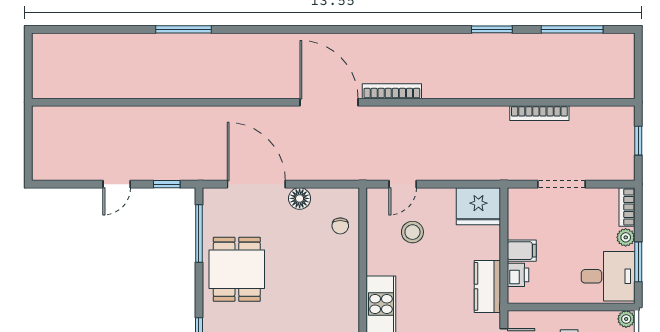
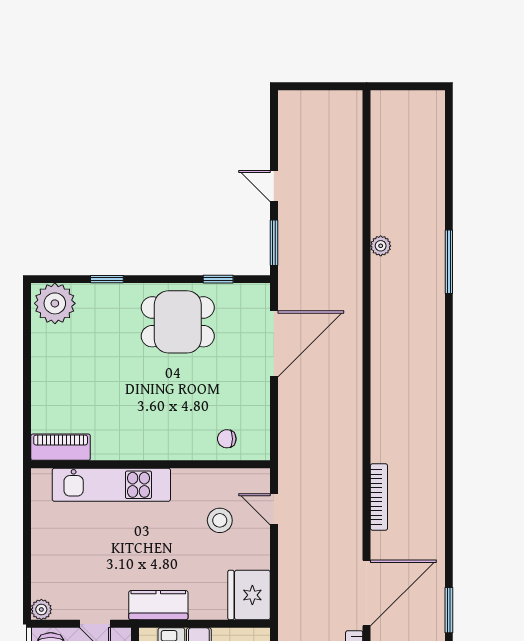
plant: (169, 90) -> (381, 246), added
door: (329, 102) -> (367, 593), moved
window: (167, 184) -> (274, 243), width x1.50
floor lamp: (300, 198) -> (258, 393), removed
window: (199, 233) -> (218, 279), width x0.46

